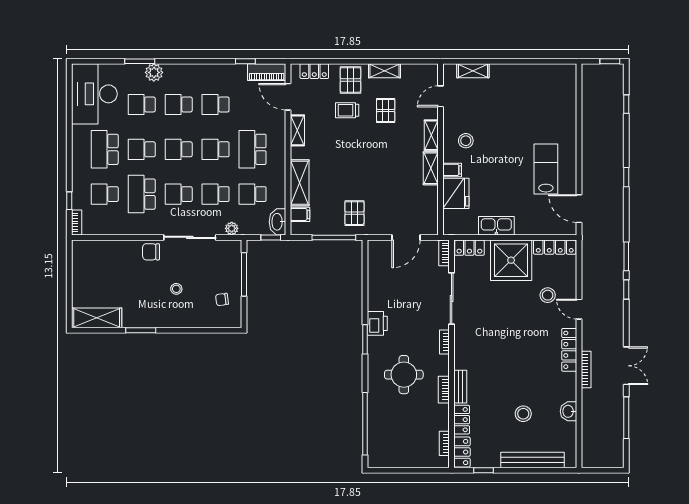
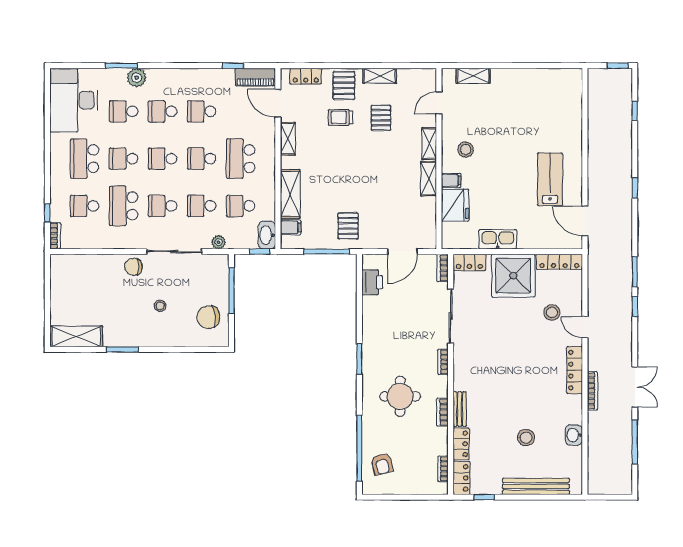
chair: (222, 299) -> (208, 317), width x1.87, depth x1.87
printer: (377, 323) -> (372, 282), moved
armchair: (387, 439) -> (382, 464), added

